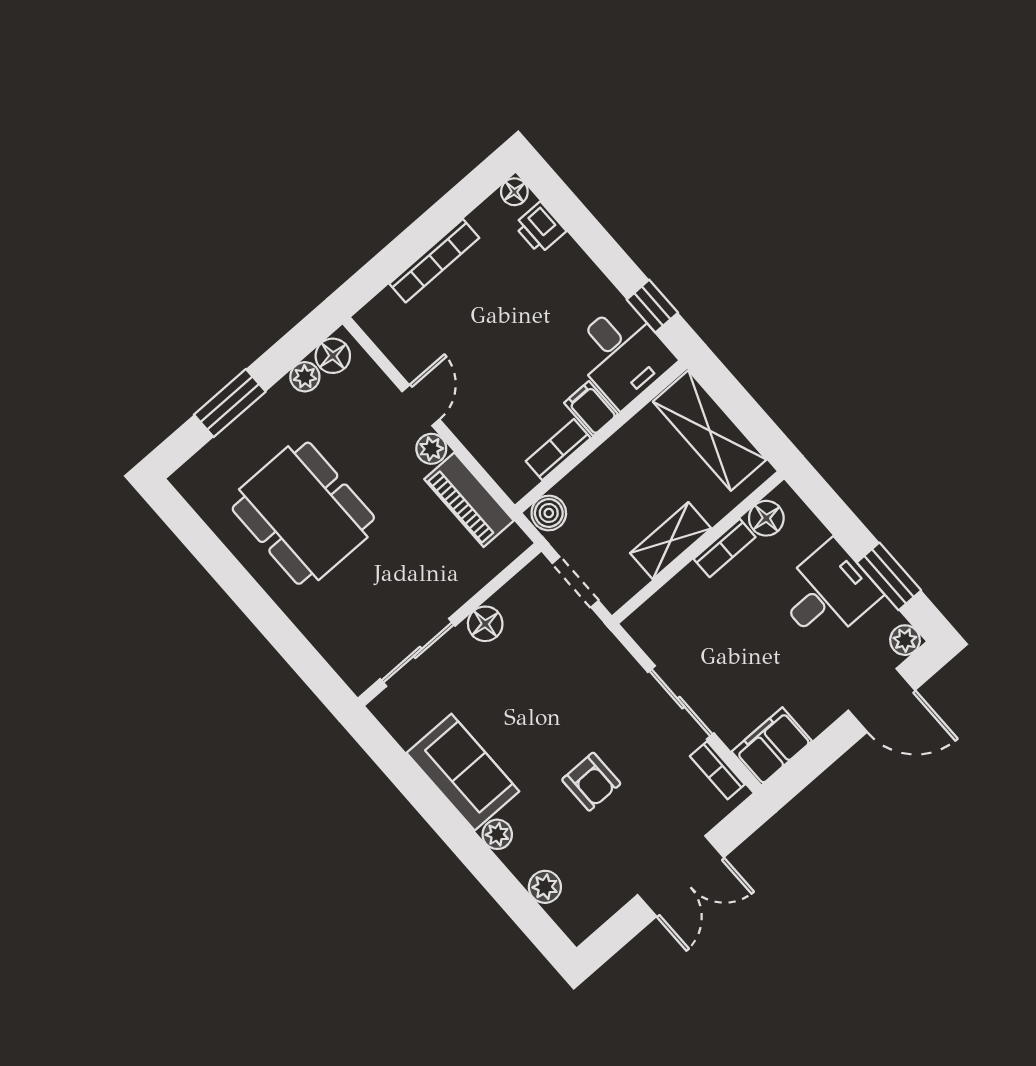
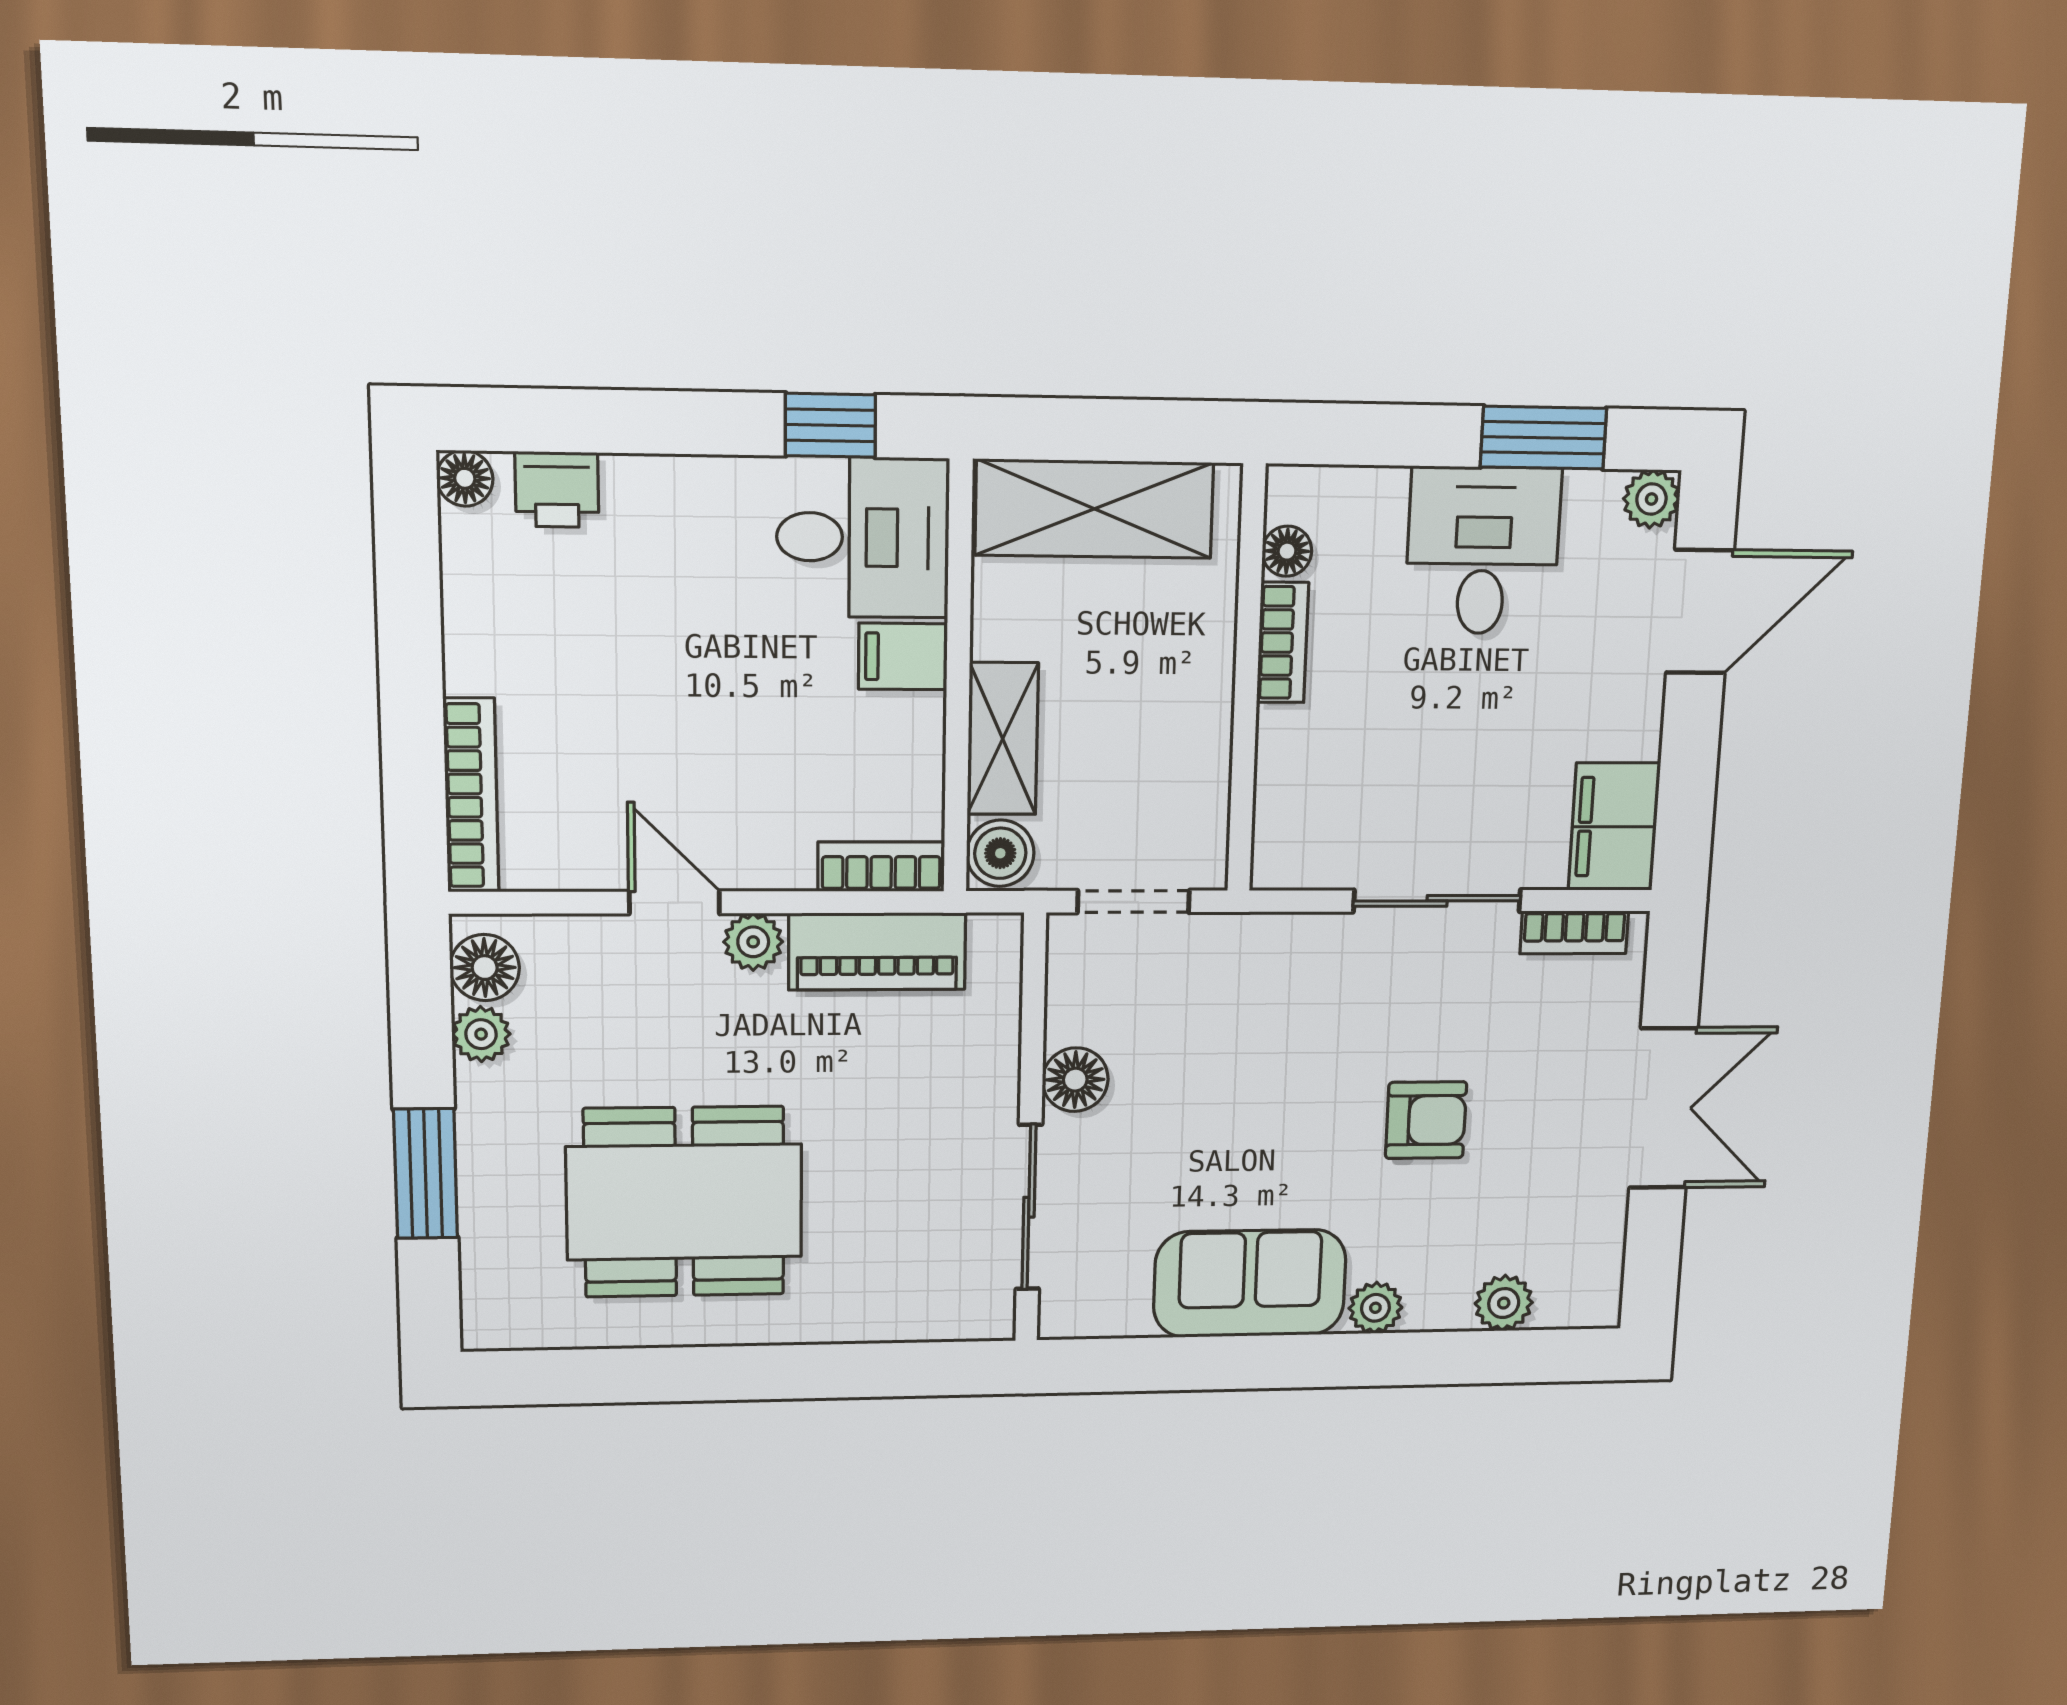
bookcase: (434, 261) -> (471, 796), moved
bookcase: (558, 450) -> (881, 867), moved, turned 90
floor lamp: (766, 518) -> (1287, 551), width x0.73, depth x0.73
shelving: (671, 541) -> (1003, 739), moved

